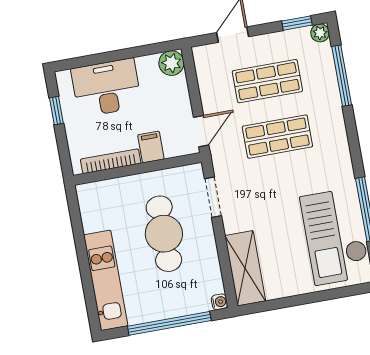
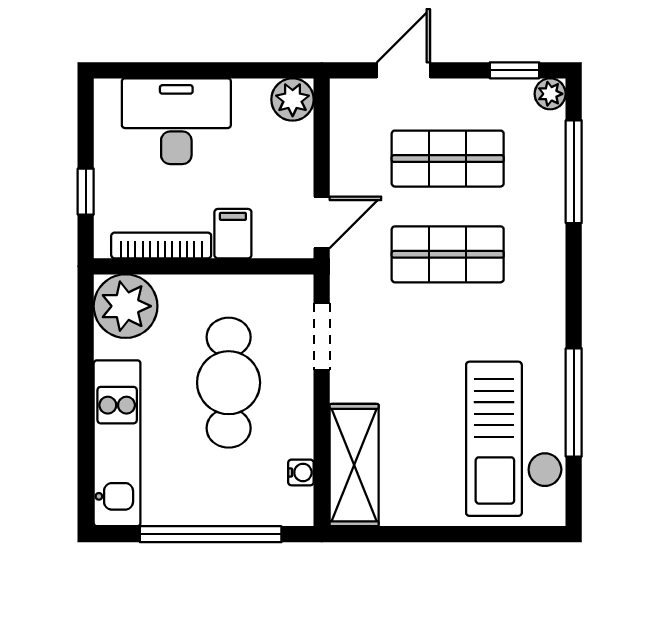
window: (56, 111) -> (86, 192), moved
plant: (96, 200) -> (126, 306), added
water cooler: (219, 302) -> (301, 472), moved

